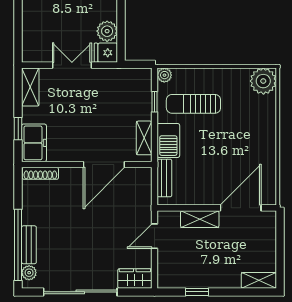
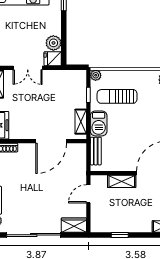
double door: (72, 65) -> (28, 68), swing flipped

